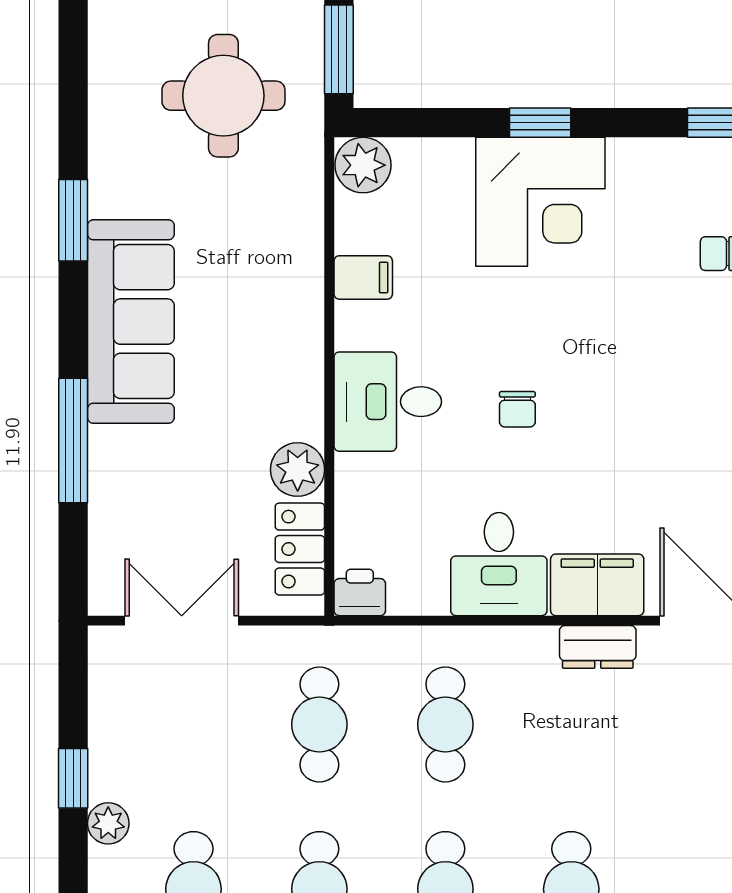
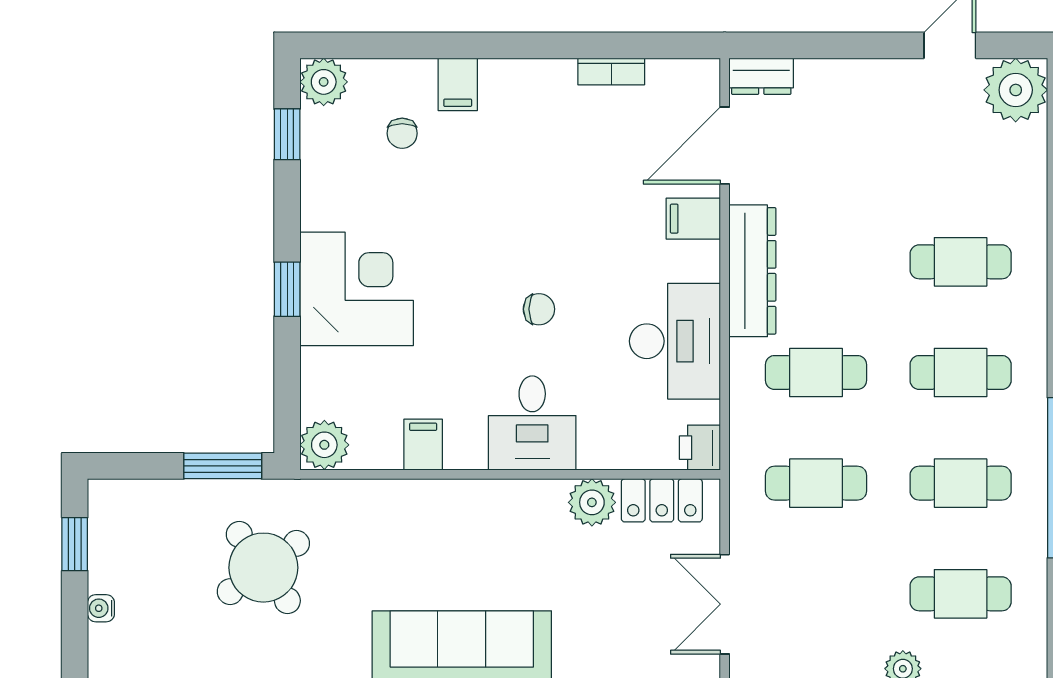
round table: (223, 96) -> (263, 568), turned -36
desk: (499, 564) -> (675, 341), width x1.37
filing cabinet: (597, 585) -> (693, 219), width x0.50
dresser: (598, 647) -> (752, 271), width x1.96, depth x1.24

